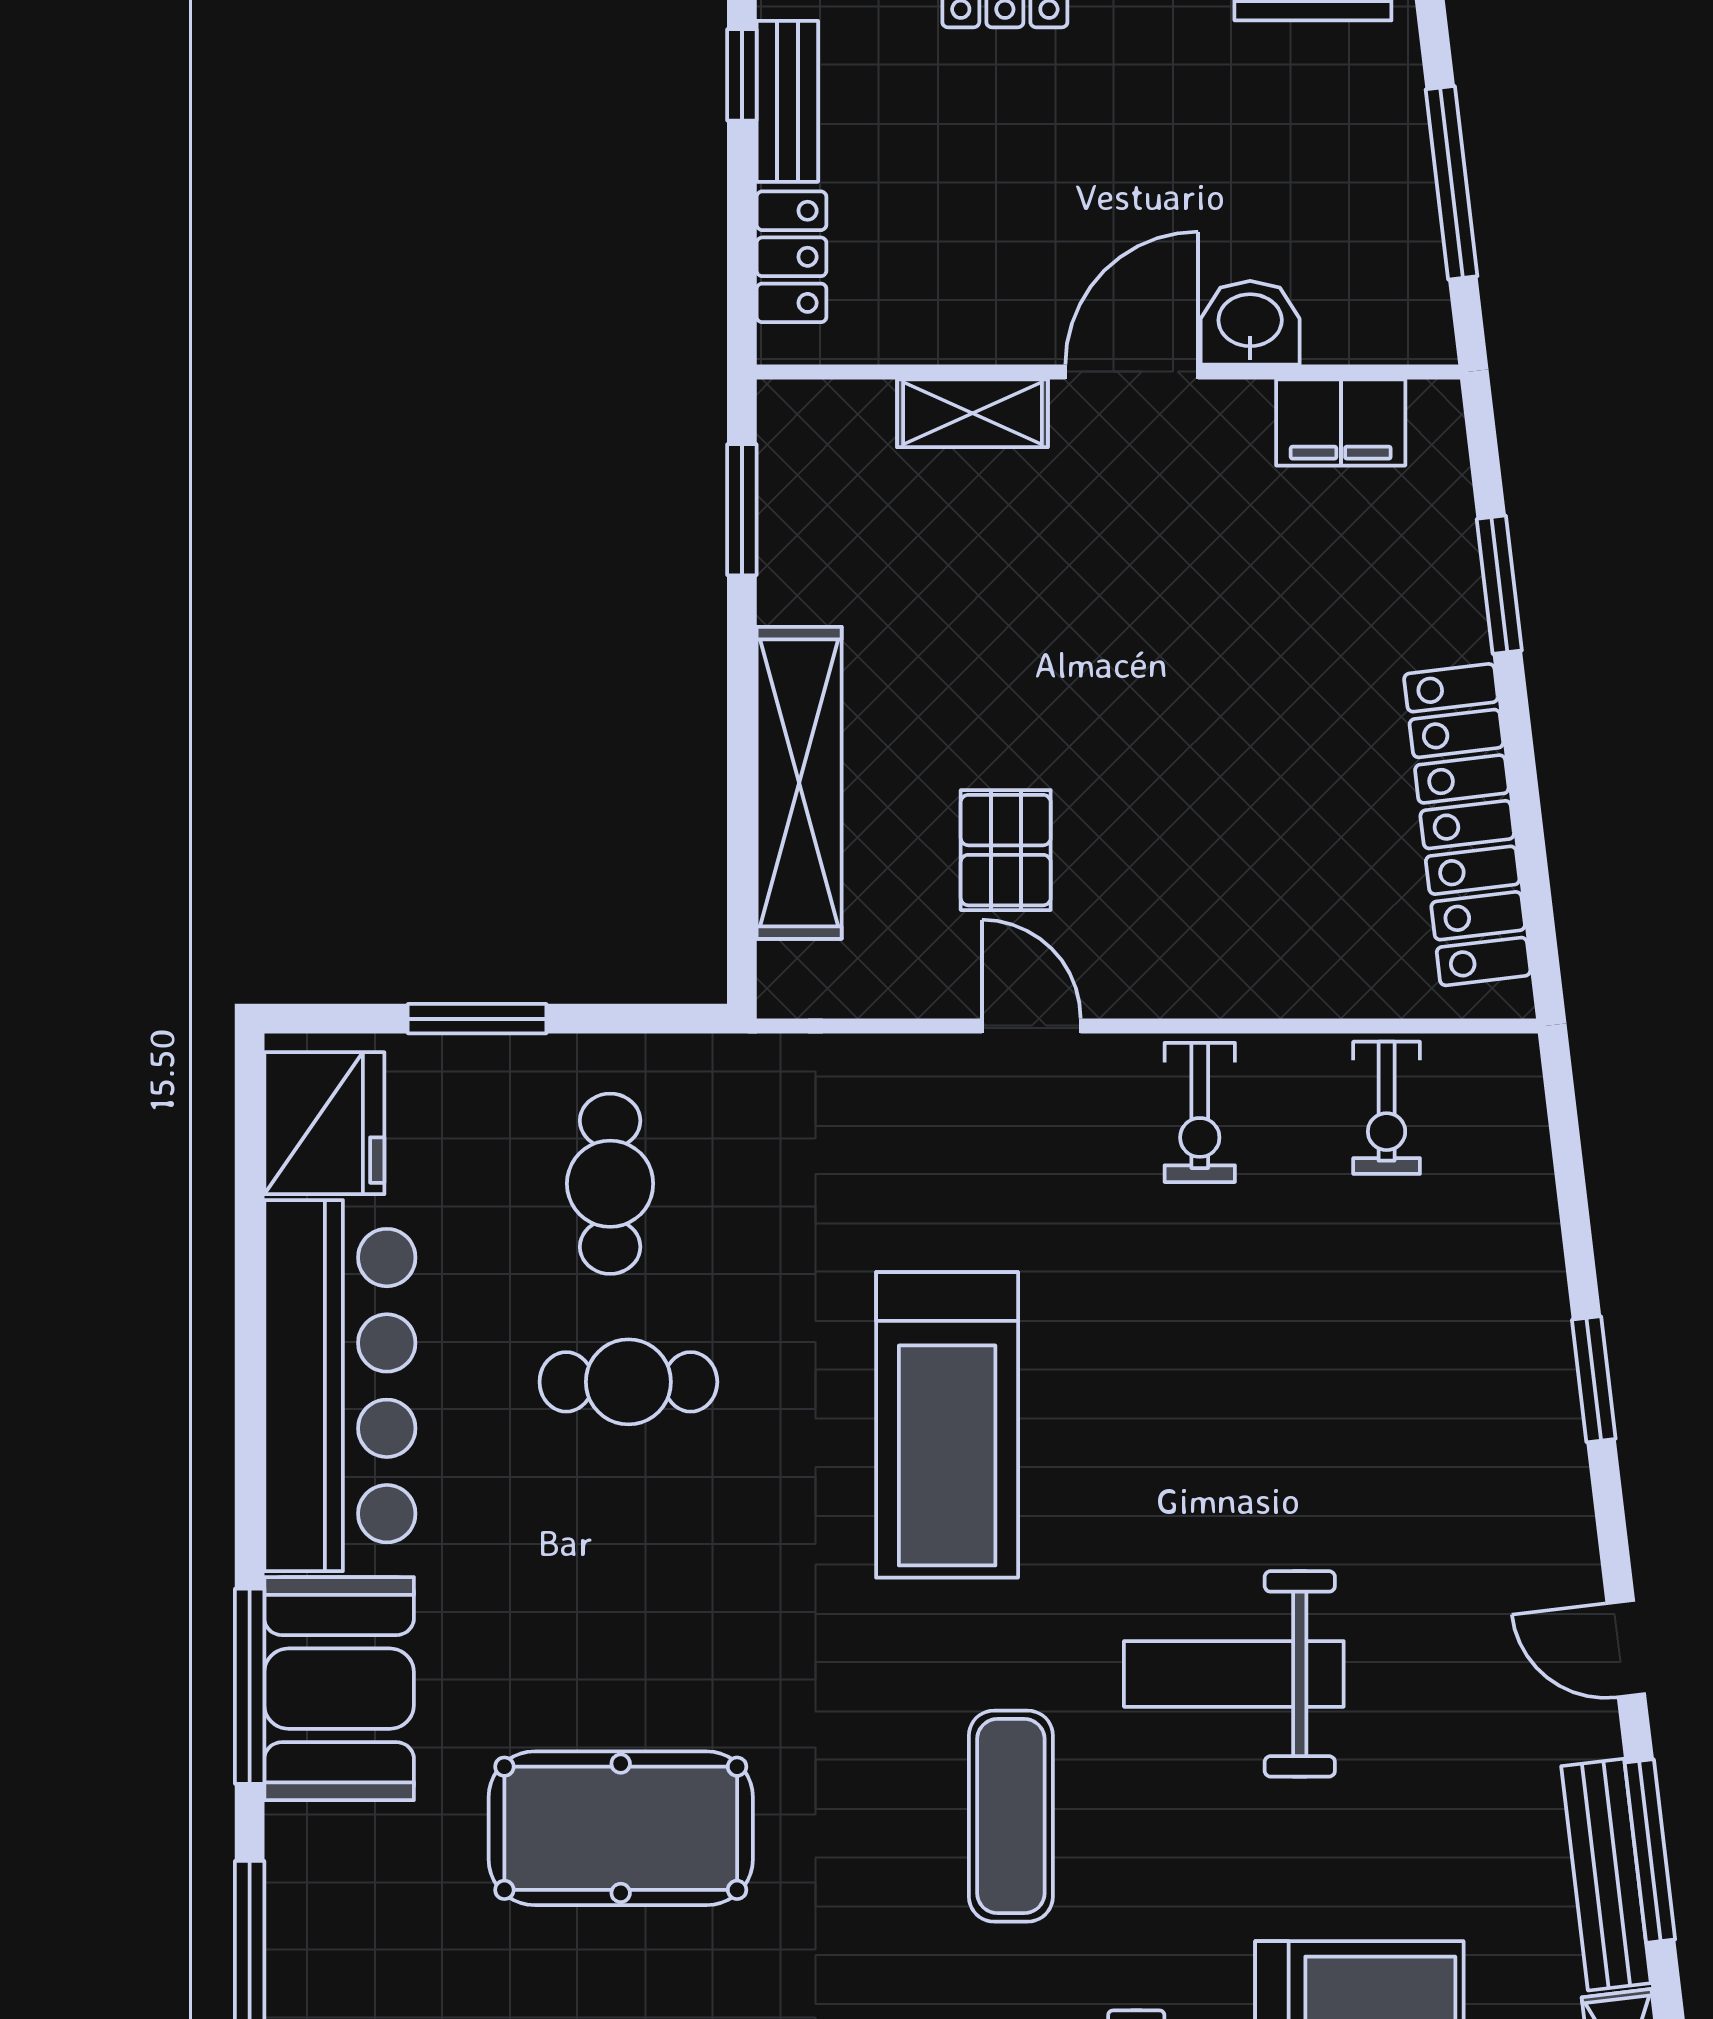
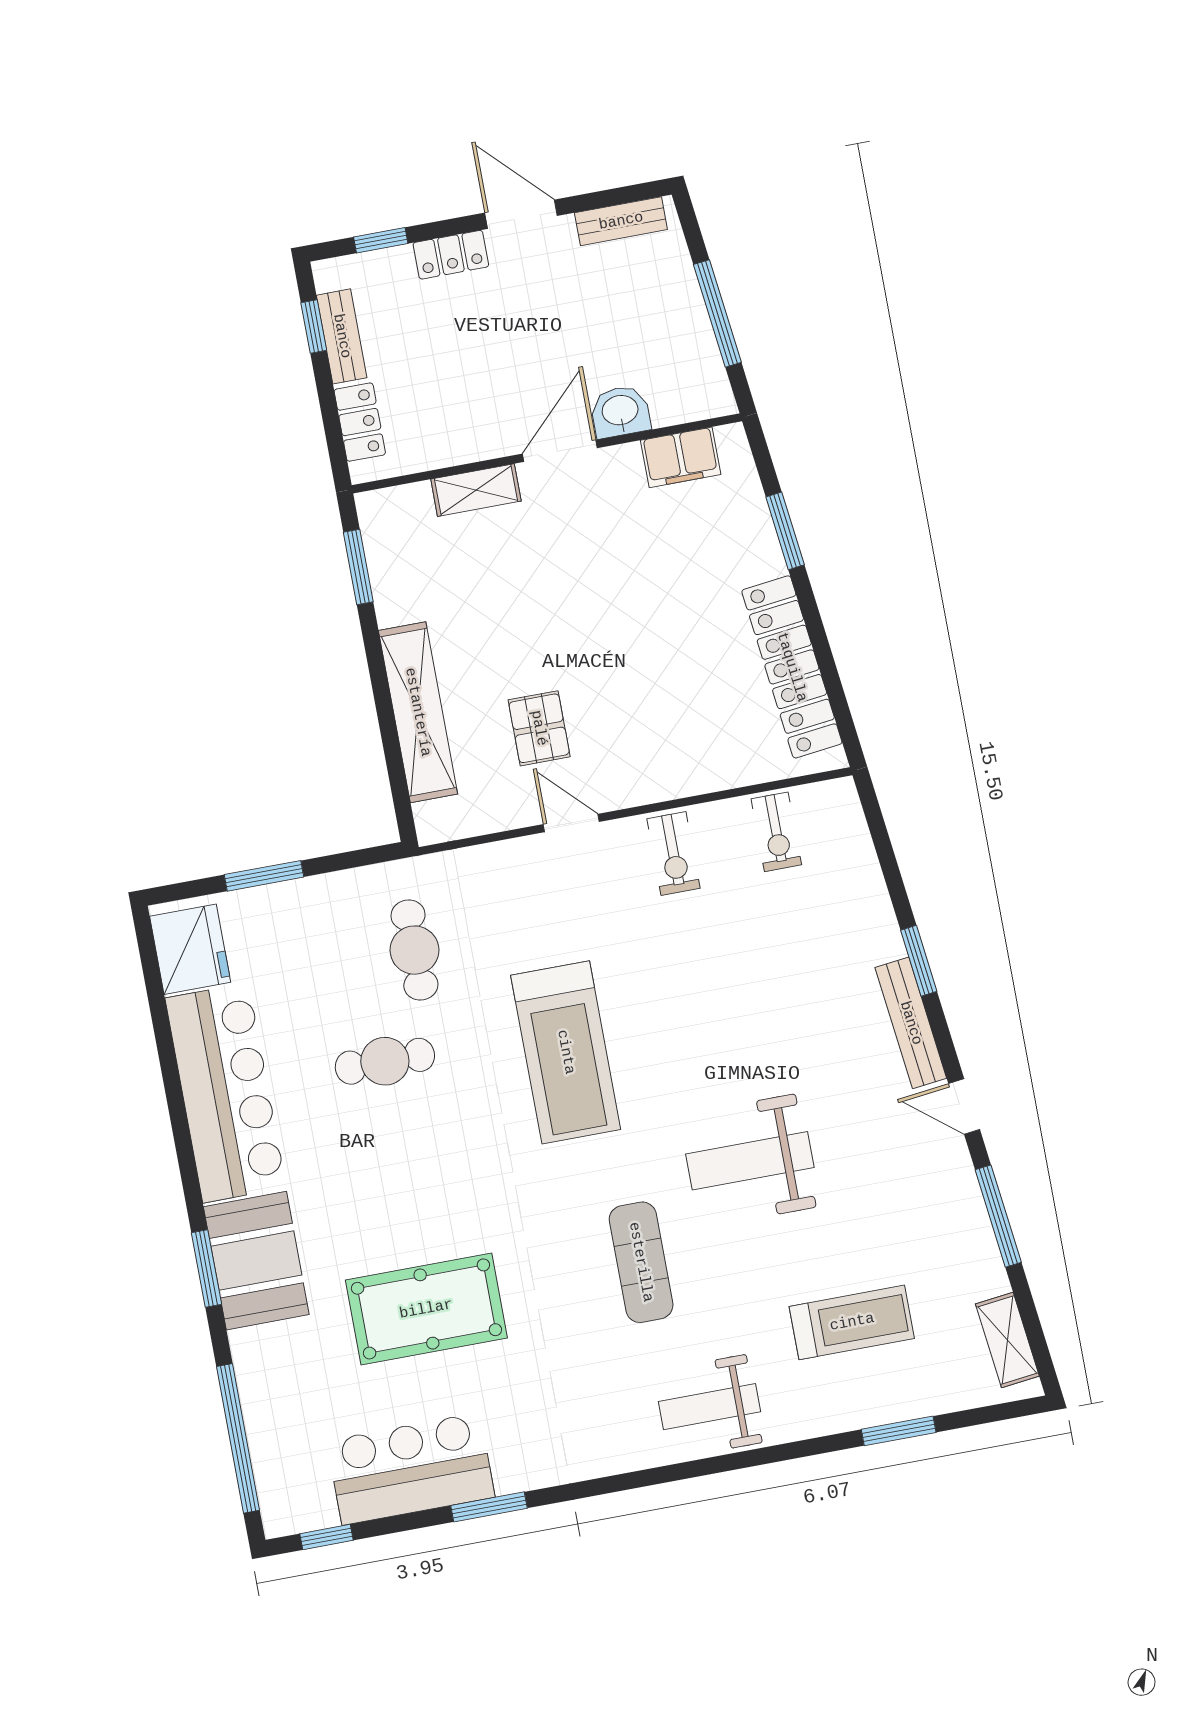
cafe table: (610, 1184) -> (414, 950), moved
window: (250, 1686) -> (207, 1268), width x0.69
bench: (1606, 1875) -> (911, 1023), moved

